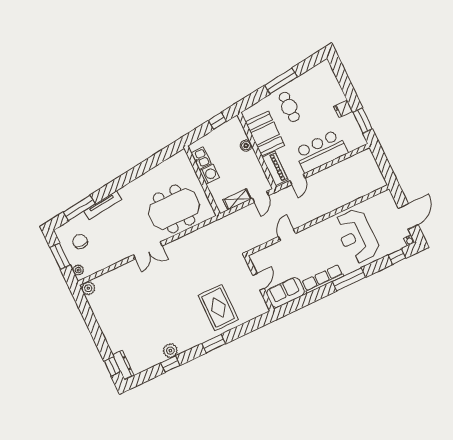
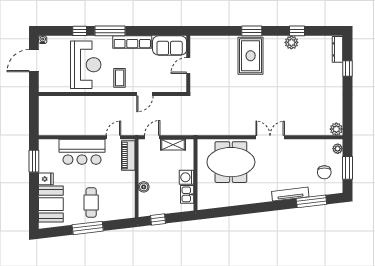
booth: (265, 134) -> (51, 204), moved
coffee table: (319, 239) -> (120, 78), added
window: (397, 257) -> (80, 31), moved
rug: (218, 308) -> (251, 56), moved
window: (112, 366) -> (347, 69), moved

